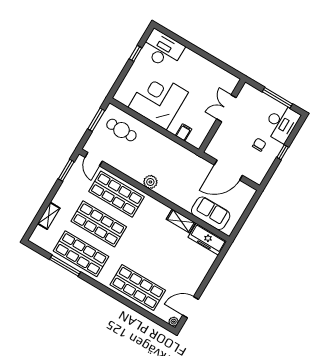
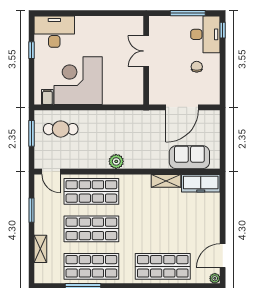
filing cabinet: (184, 132) -> (47, 97), moved
window: (283, 152) -> (223, 30), moved
window: (66, 170) -> (32, 210), moved

